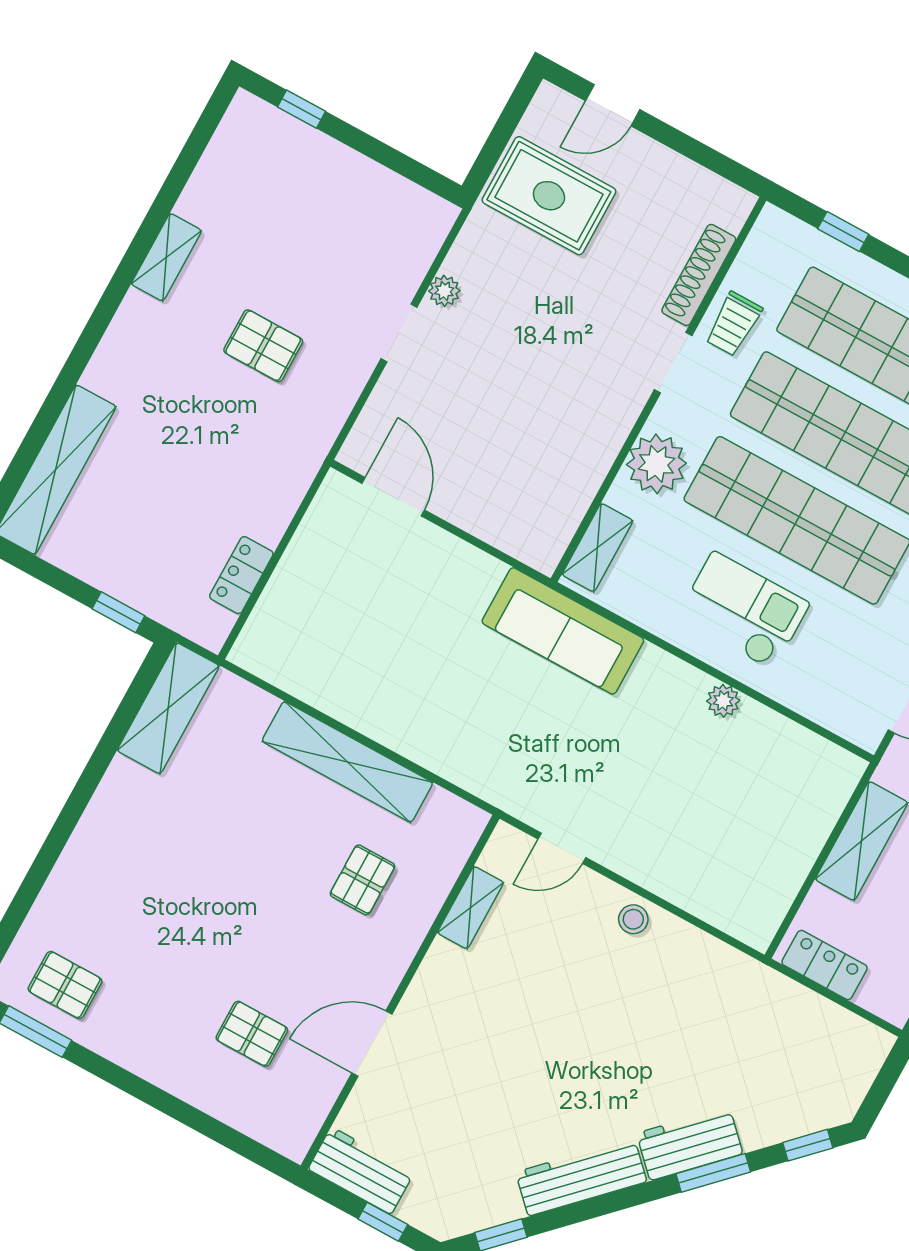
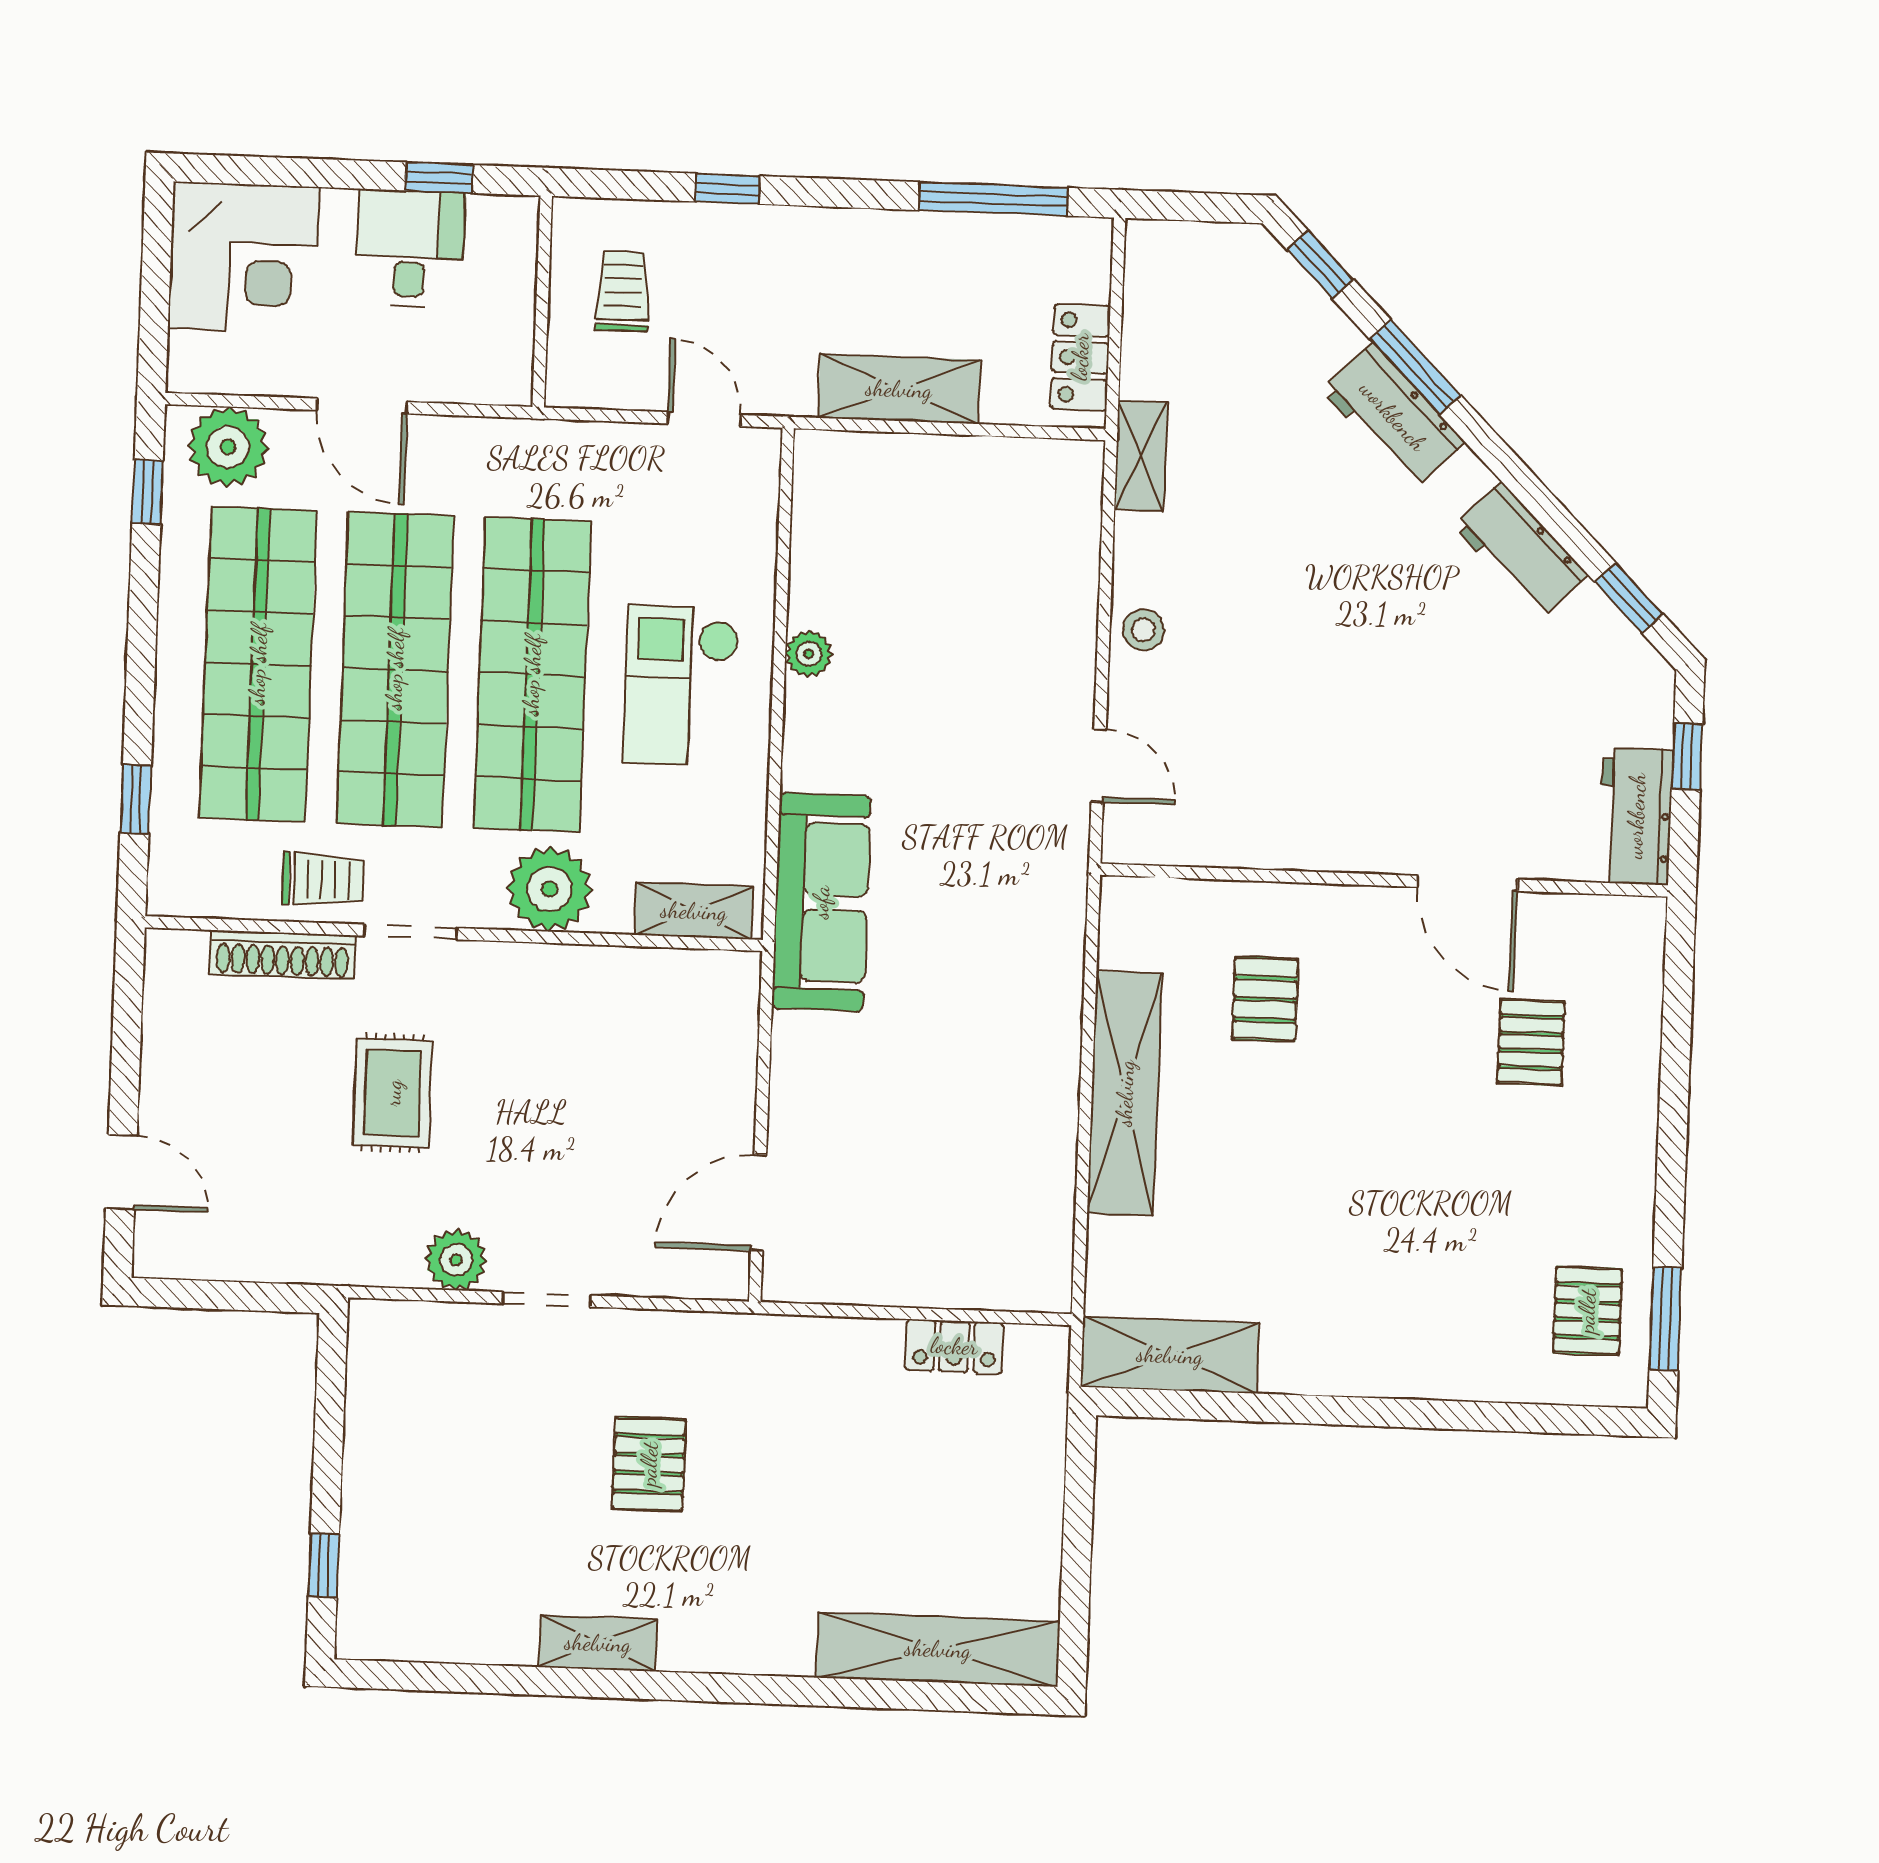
rug: (549, 196) -> (393, 1093), moved, width x0.73, depth x0.70
plant: (444, 291) -> (456, 1260), width x1.38, depth x1.38
window: (118, 612) -> (1080, 1479), removed
pallet: (362, 880) -> (1265, 999), turned 90
shelving: (471, 908) -> (1141, 456), moved, turned 90
workbench: (581, 1177) -> (1521, 550), width x0.73

